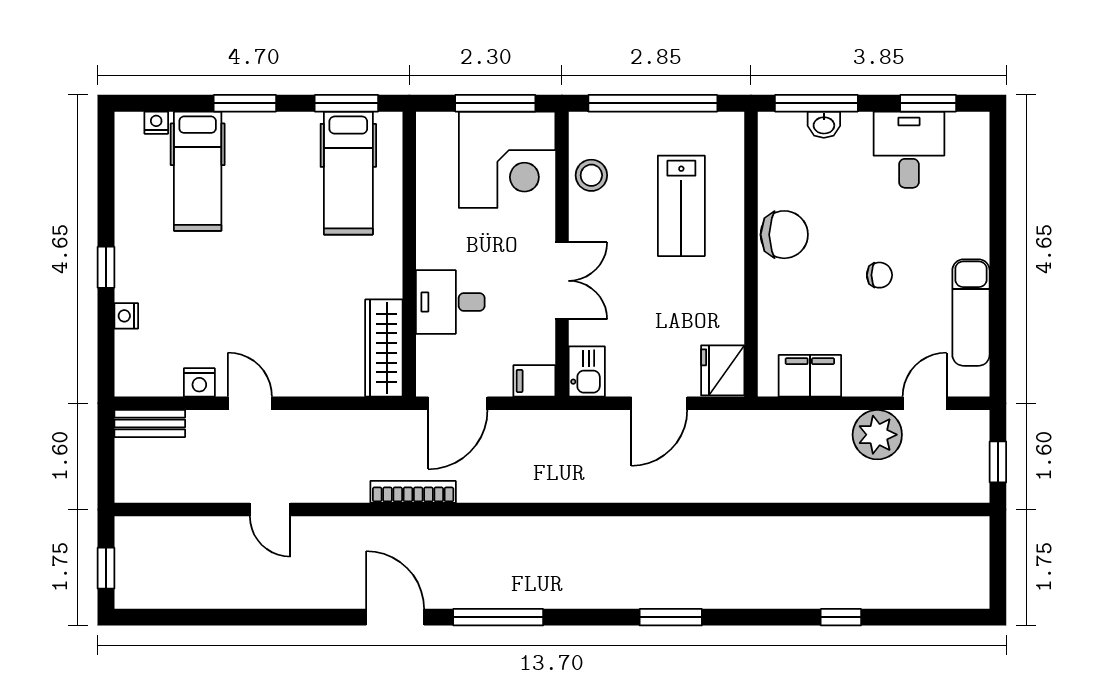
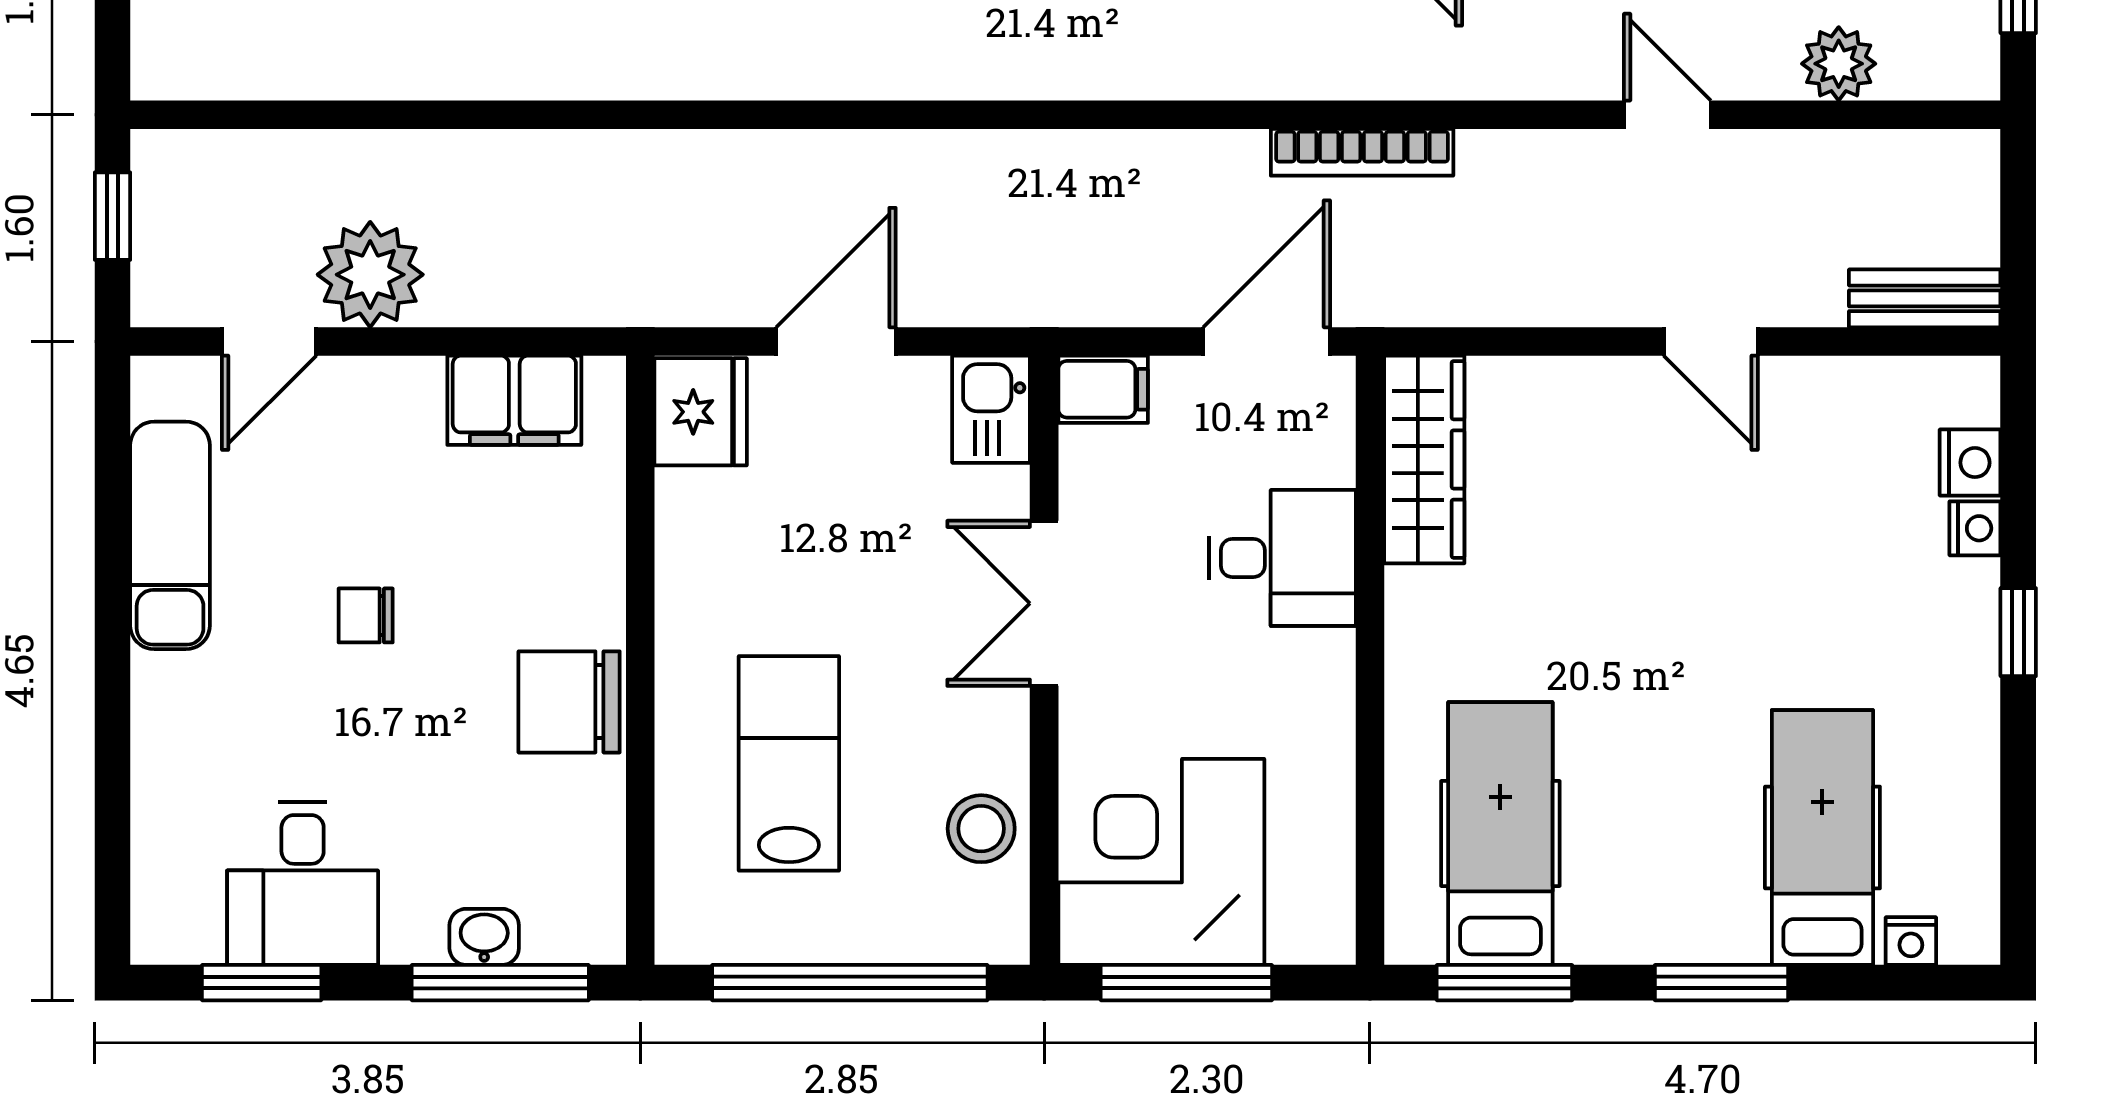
nightstand: (199, 382) -> (1970, 463), moved, turned 90
plant: (190, 533) -> (1839, 64), added

